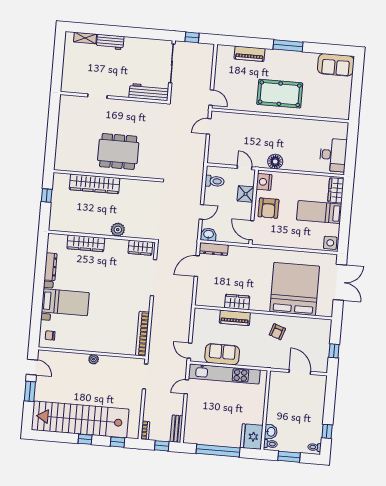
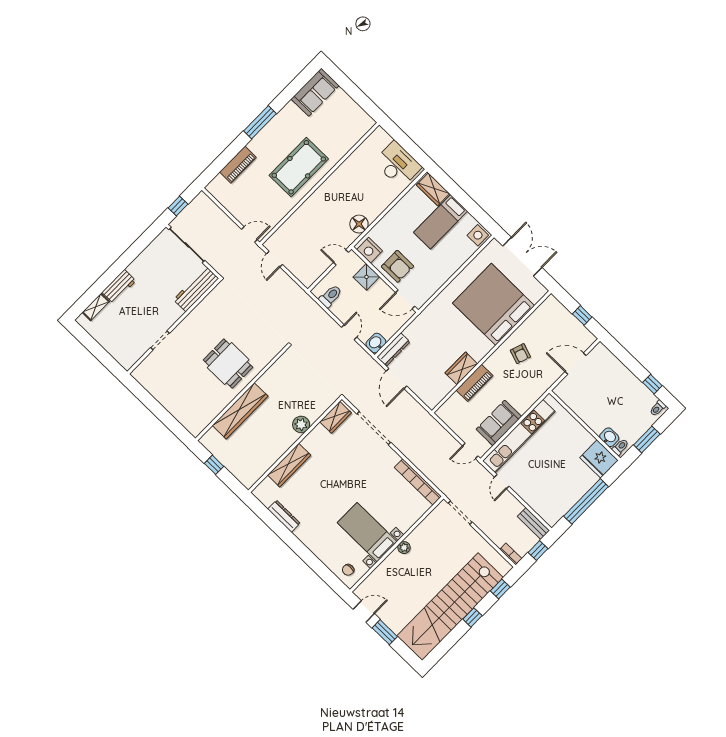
dining table: (118, 151) -> (228, 364), width x0.73
bed with nightstands: (65, 302) -> (367, 532), moved, turned -90

